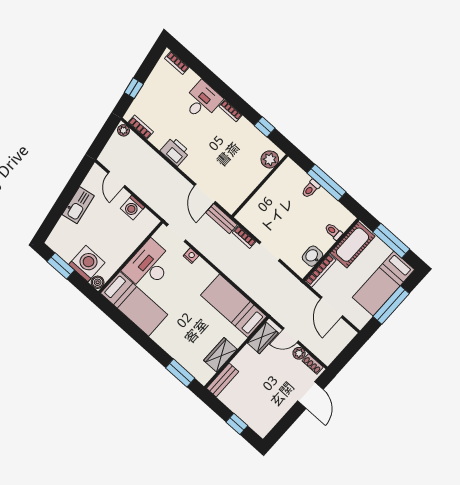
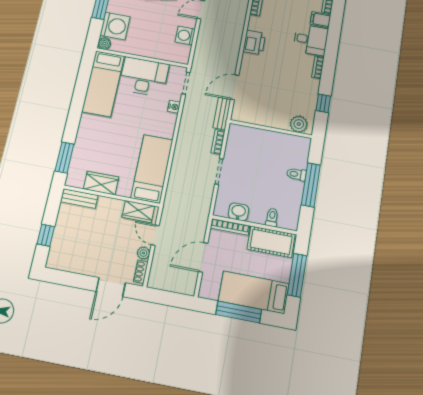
filing cabinet: (189, 80) -> (320, 20), added

